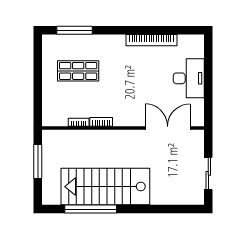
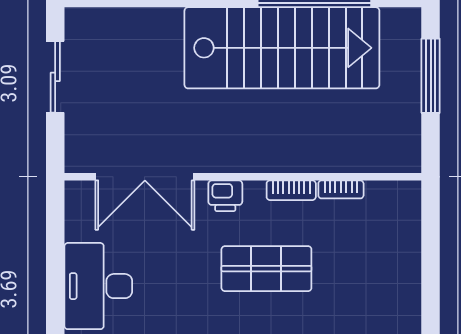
shop shelf: (78, 71) -> (266, 269), moved
printer: (131, 119) -> (225, 196), added
window: (38, 162) -> (431, 76), moved

